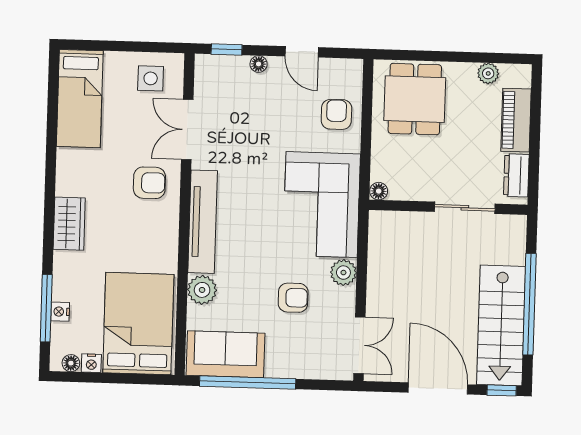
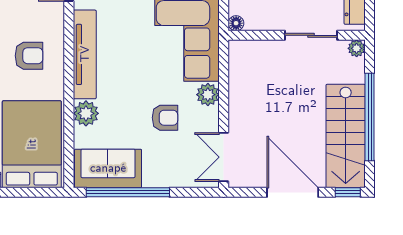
armchair: (149, 183) -> (29, 56), moved
plant: (517, 224) -> (357, 48), added
double door: (359, 345) -> (224, 157), swing flipped

